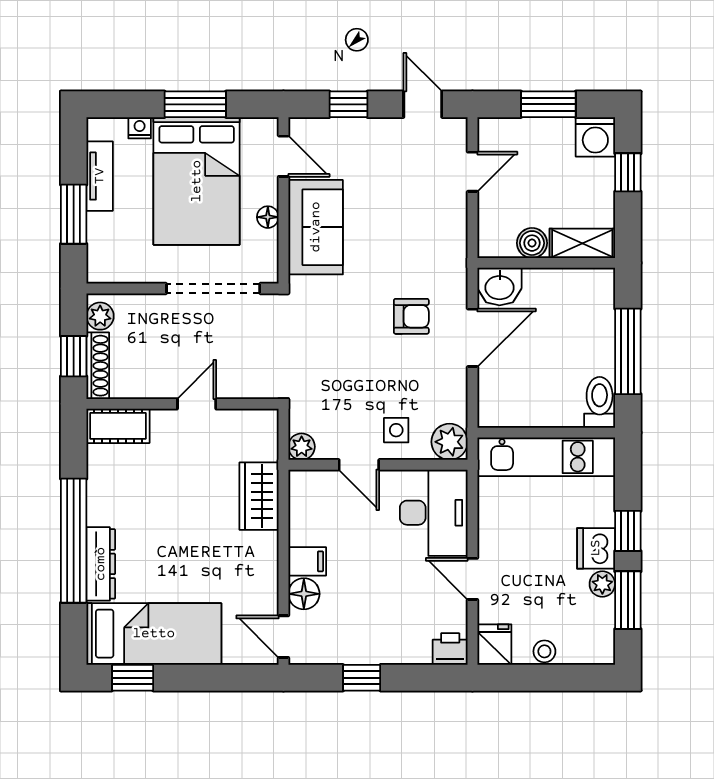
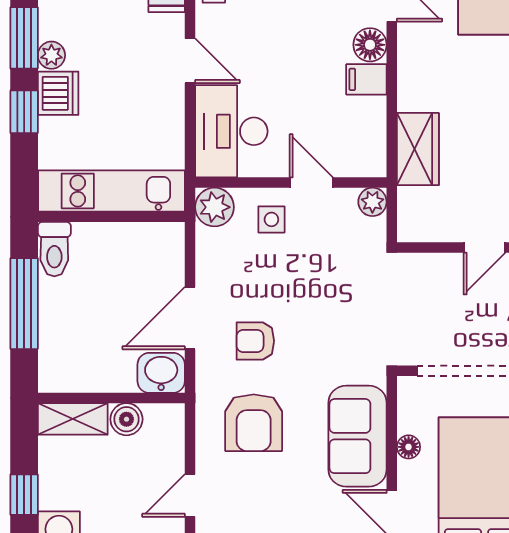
armchair: (413, 240) -> (254, 423), added

